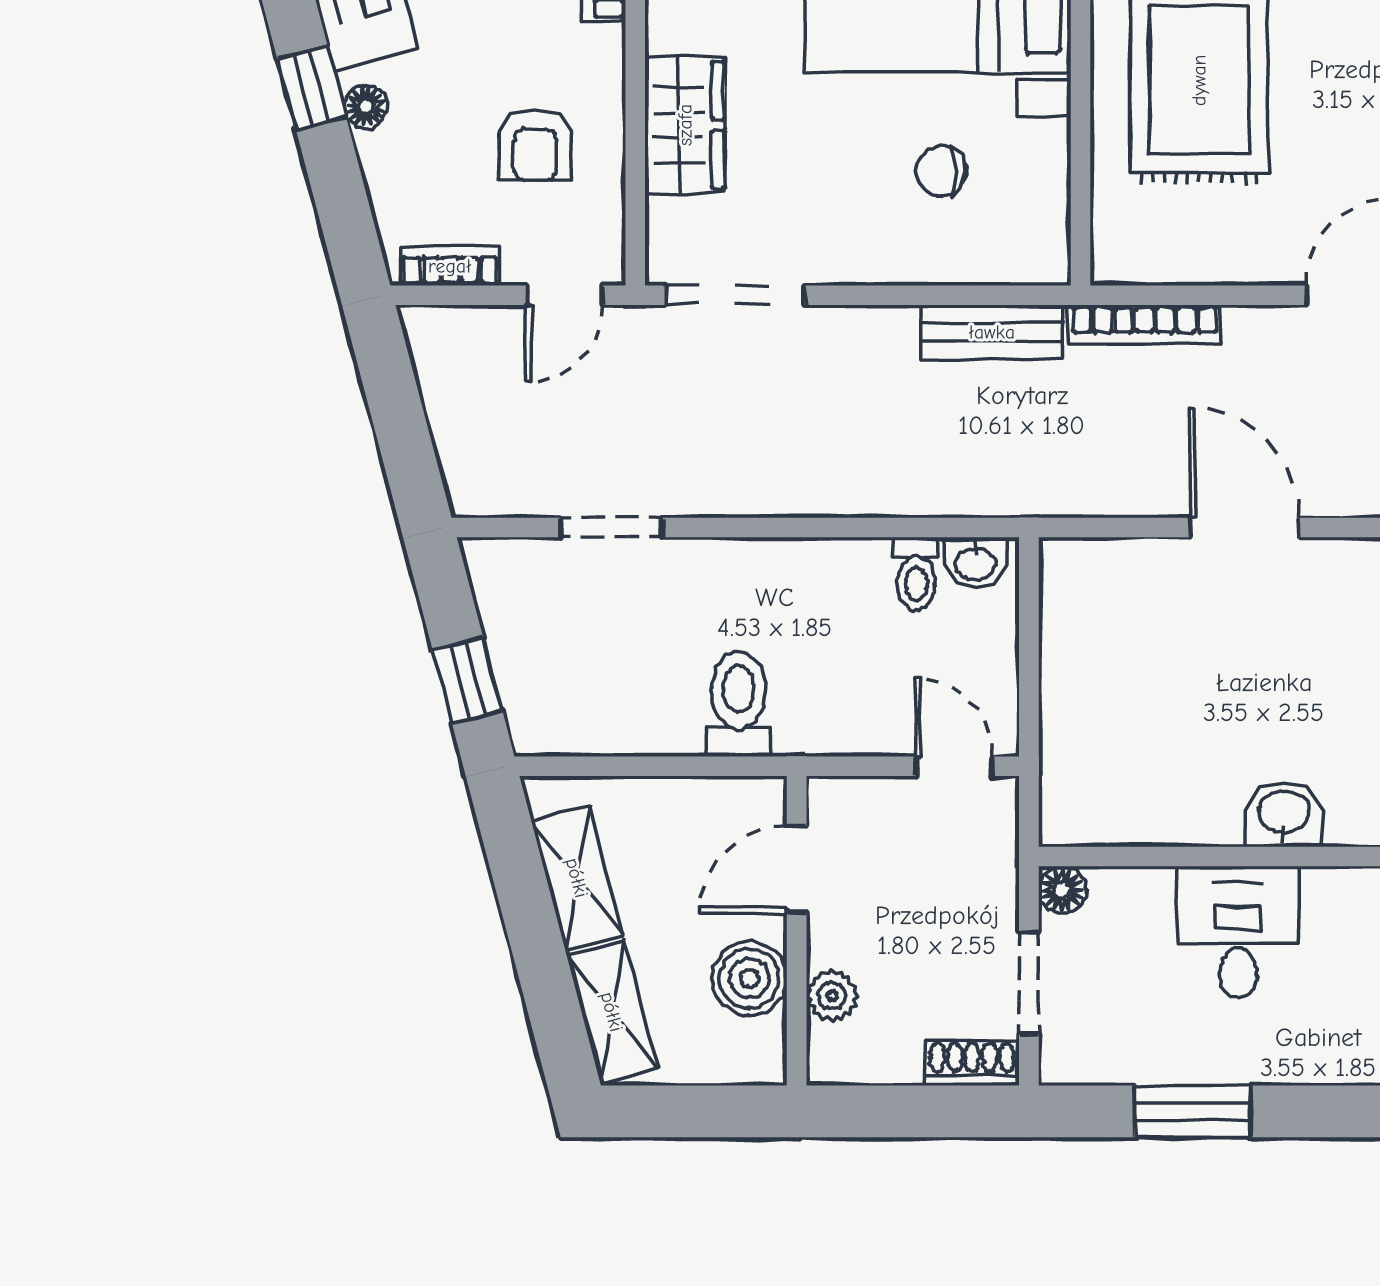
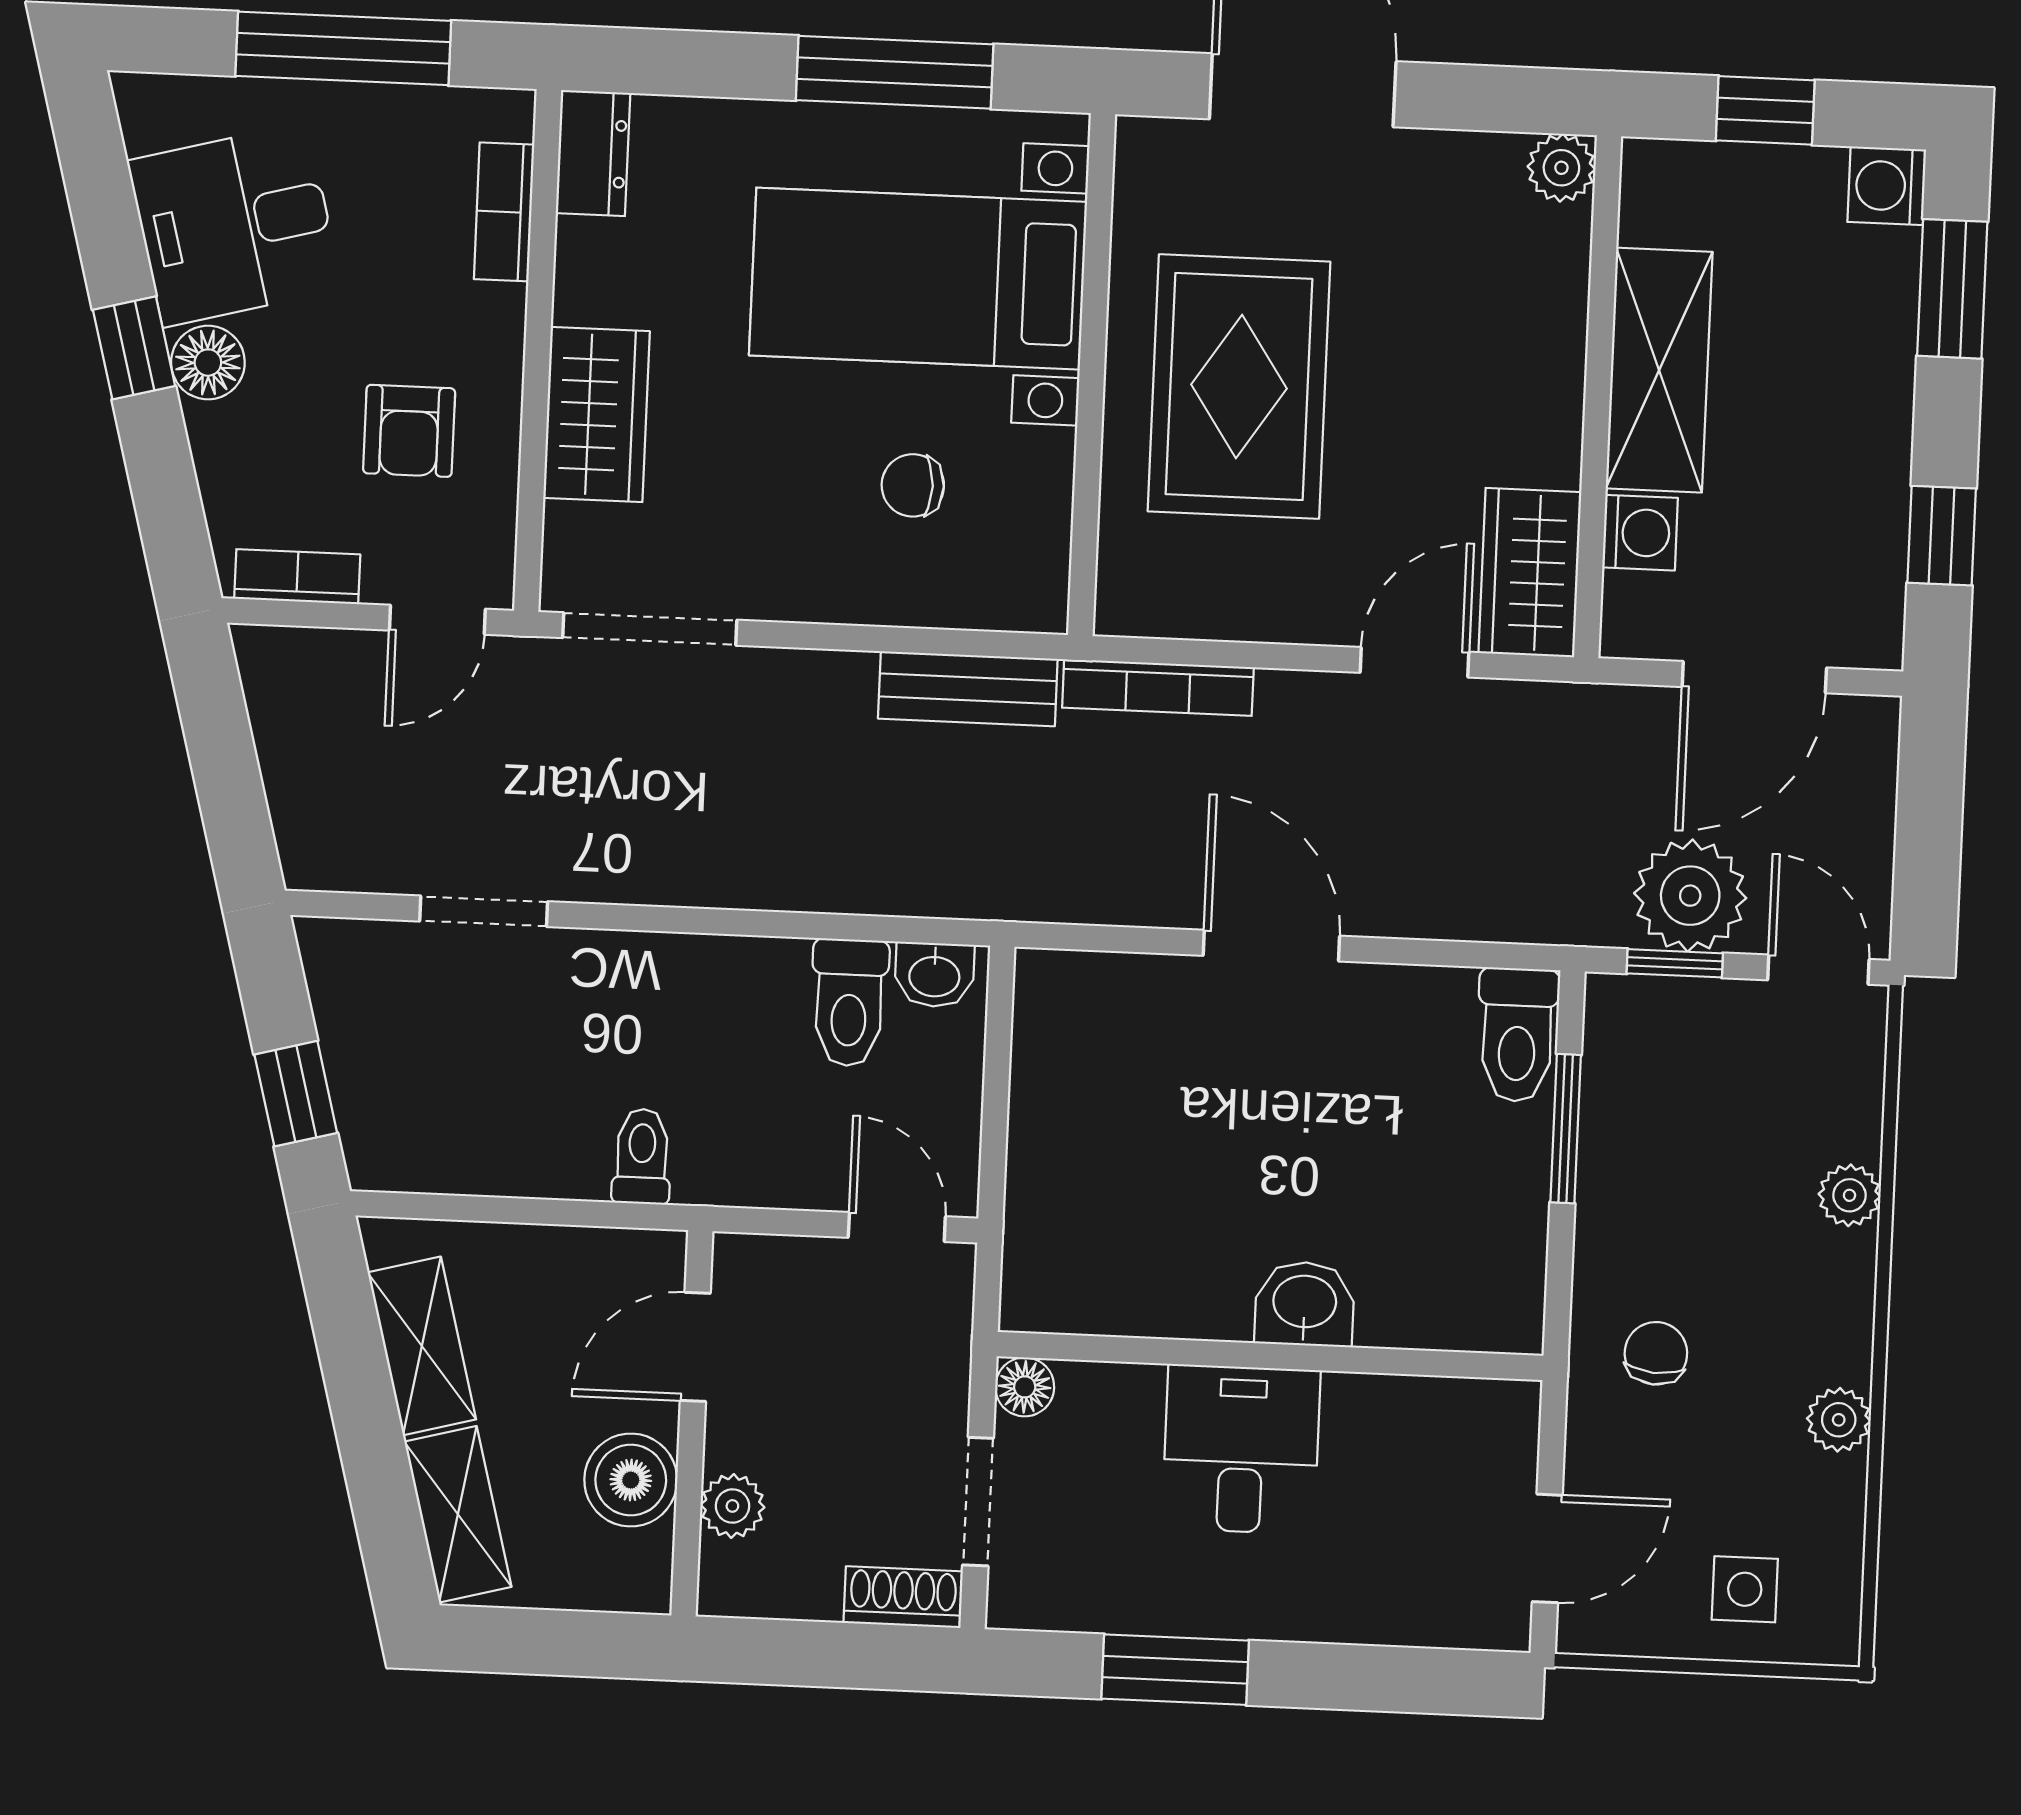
floor lamp: (366, 107) -> (208, 363), width x1.37, depth x1.37
toilet: (916, 574) -> (849, 1003), width x1.37, depth x1.39
toilet: (738, 704) -> (642, 1156), width x0.73, depth x0.72

